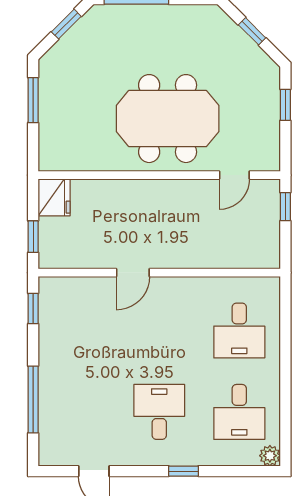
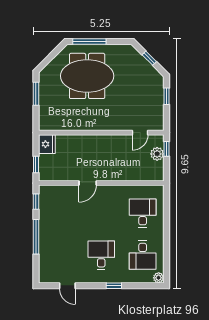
window: (66, 24) -> (53, 54), removed
meeting table: (168, 119) -> (87, 76), moved
plant: (267, 216) -> (157, 154), added
desk: (239, 331) -> (143, 213), turned 180
window: (33, 399) -> (36, 237), moved

